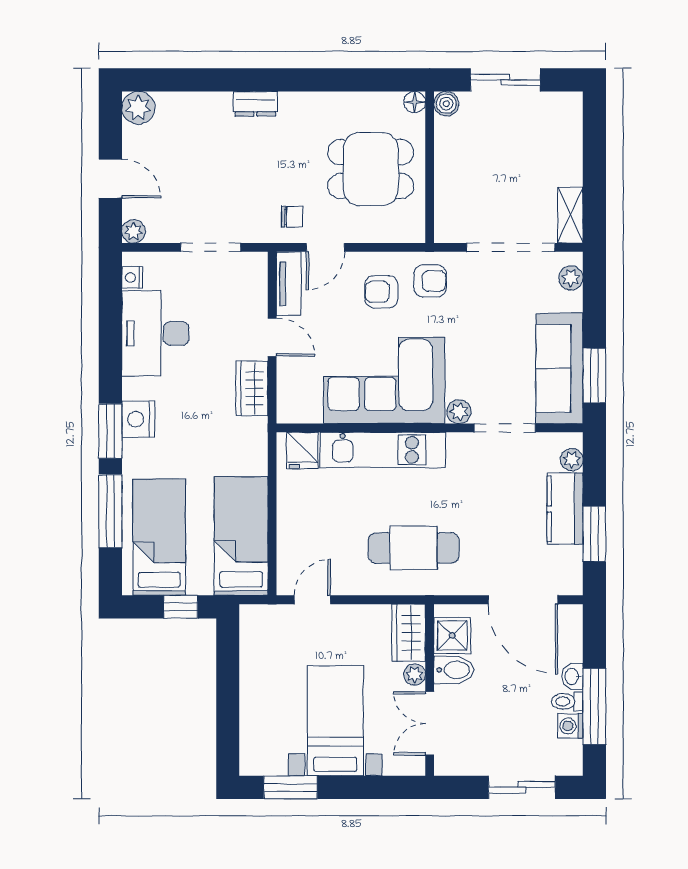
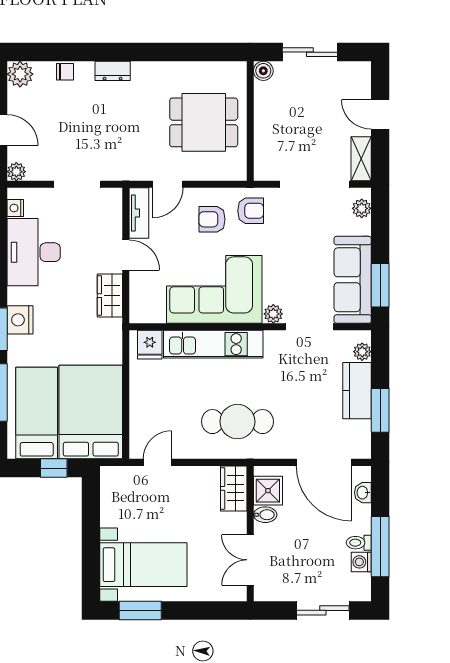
floor lamp: (415, 102) -> (238, 70), removed
door: (594, 159) -> (380, 114), added
chair: (292, 217) -> (65, 72), moved
bed: (241, 536) -> (91, 412), width x1.50
bidet: (454, 670) -> (265, 515), width x0.72, depth x0.74
plant: (415, 674) -> (238, 521), removed
washbasin: (572, 676) -> (363, 493), moved
bed with nightstands: (335, 721) -> (143, 565), moved, turned 90

